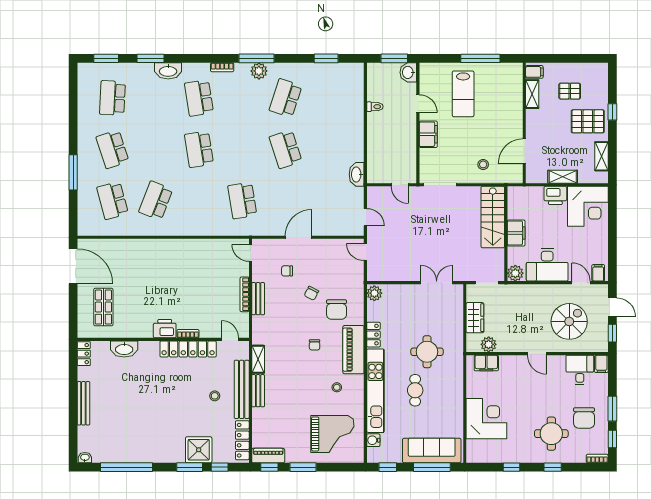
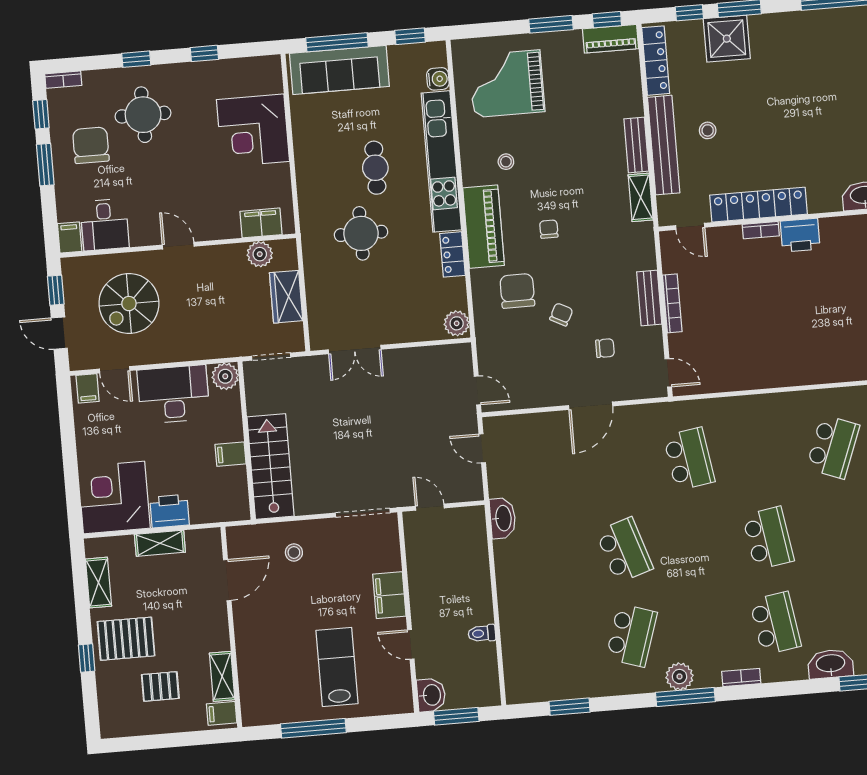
filing cabinet: (516, 233) -> (231, 454), width x0.50

